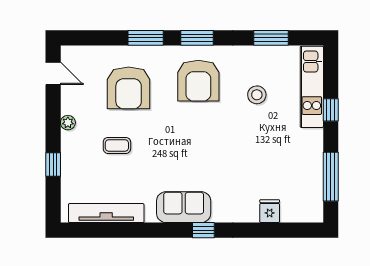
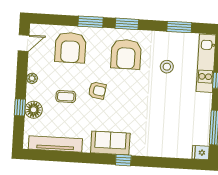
door: (53, 73) -> (24, 43), hinge flipped
armchair: (129, 88) -> (70, 48), moved
armchair: (161, 134) -> (97, 90), added
floor lamp: (73, 167) -> (34, 110), added
fridge: (270, 211) -> (201, 153), moved, turned -90

